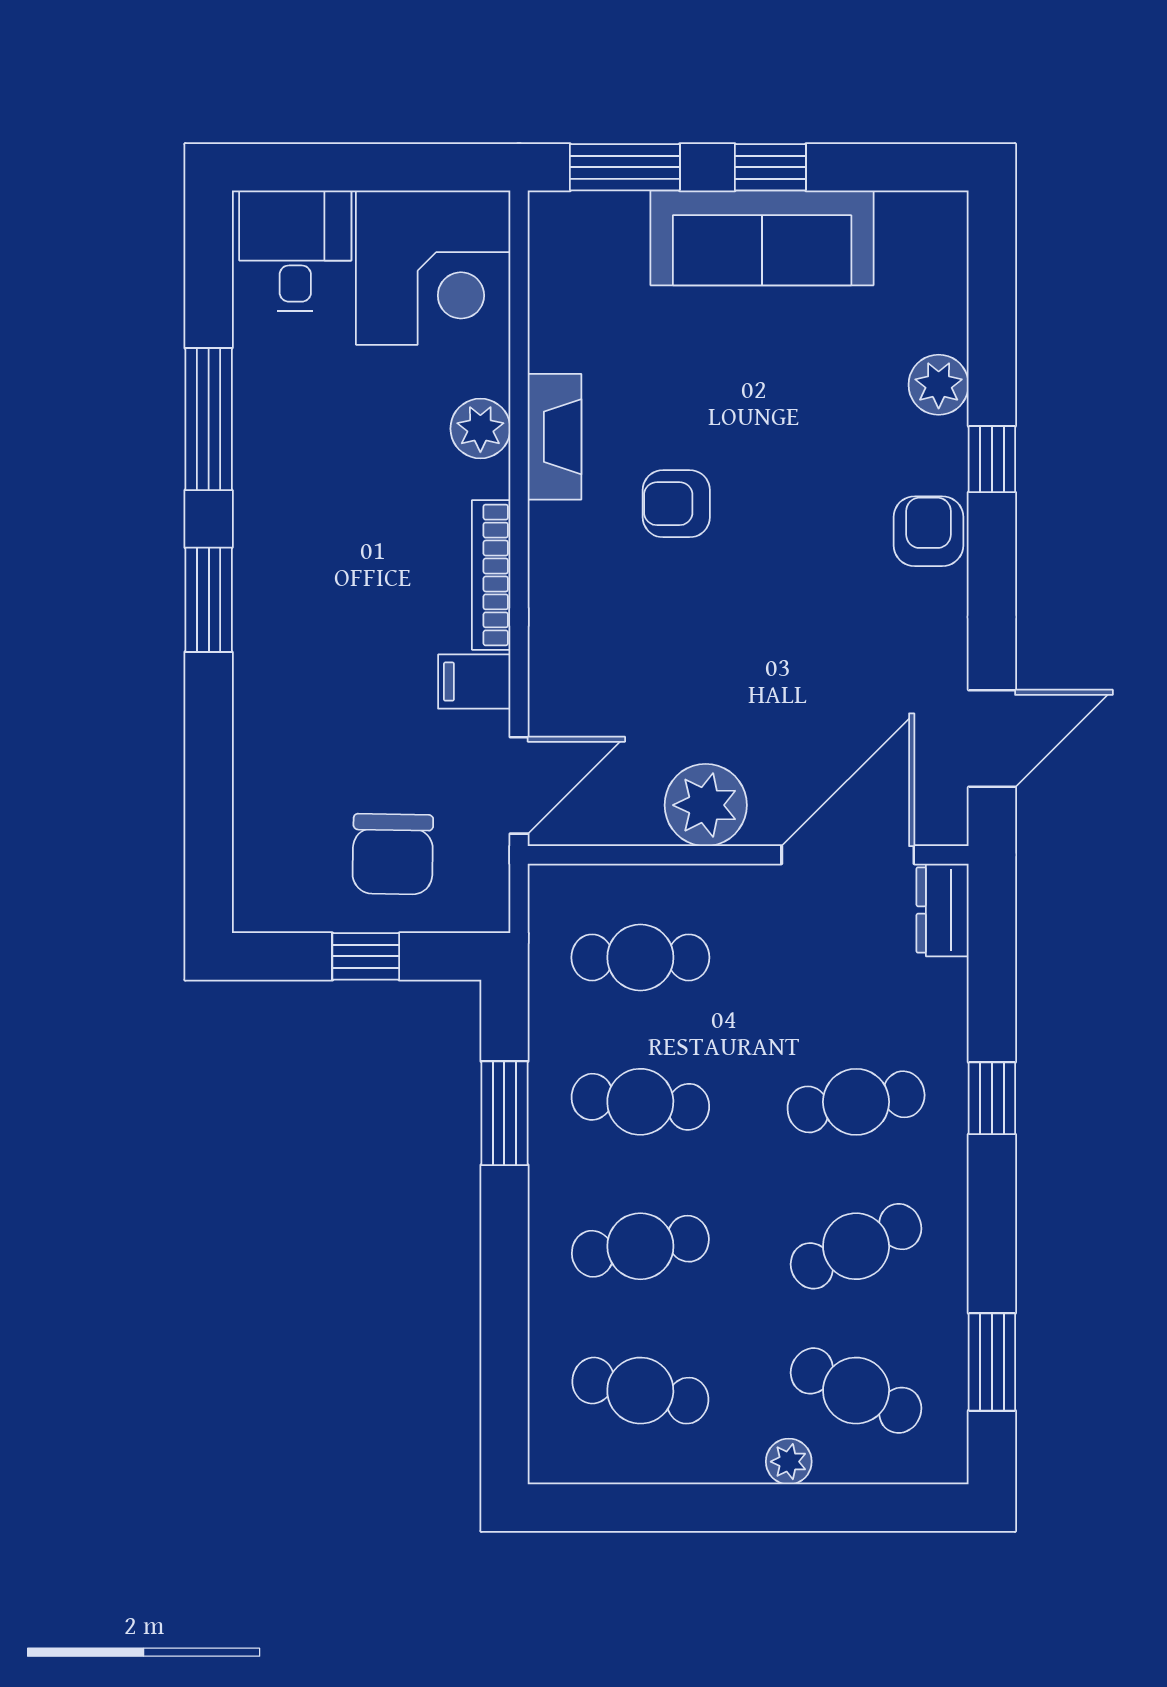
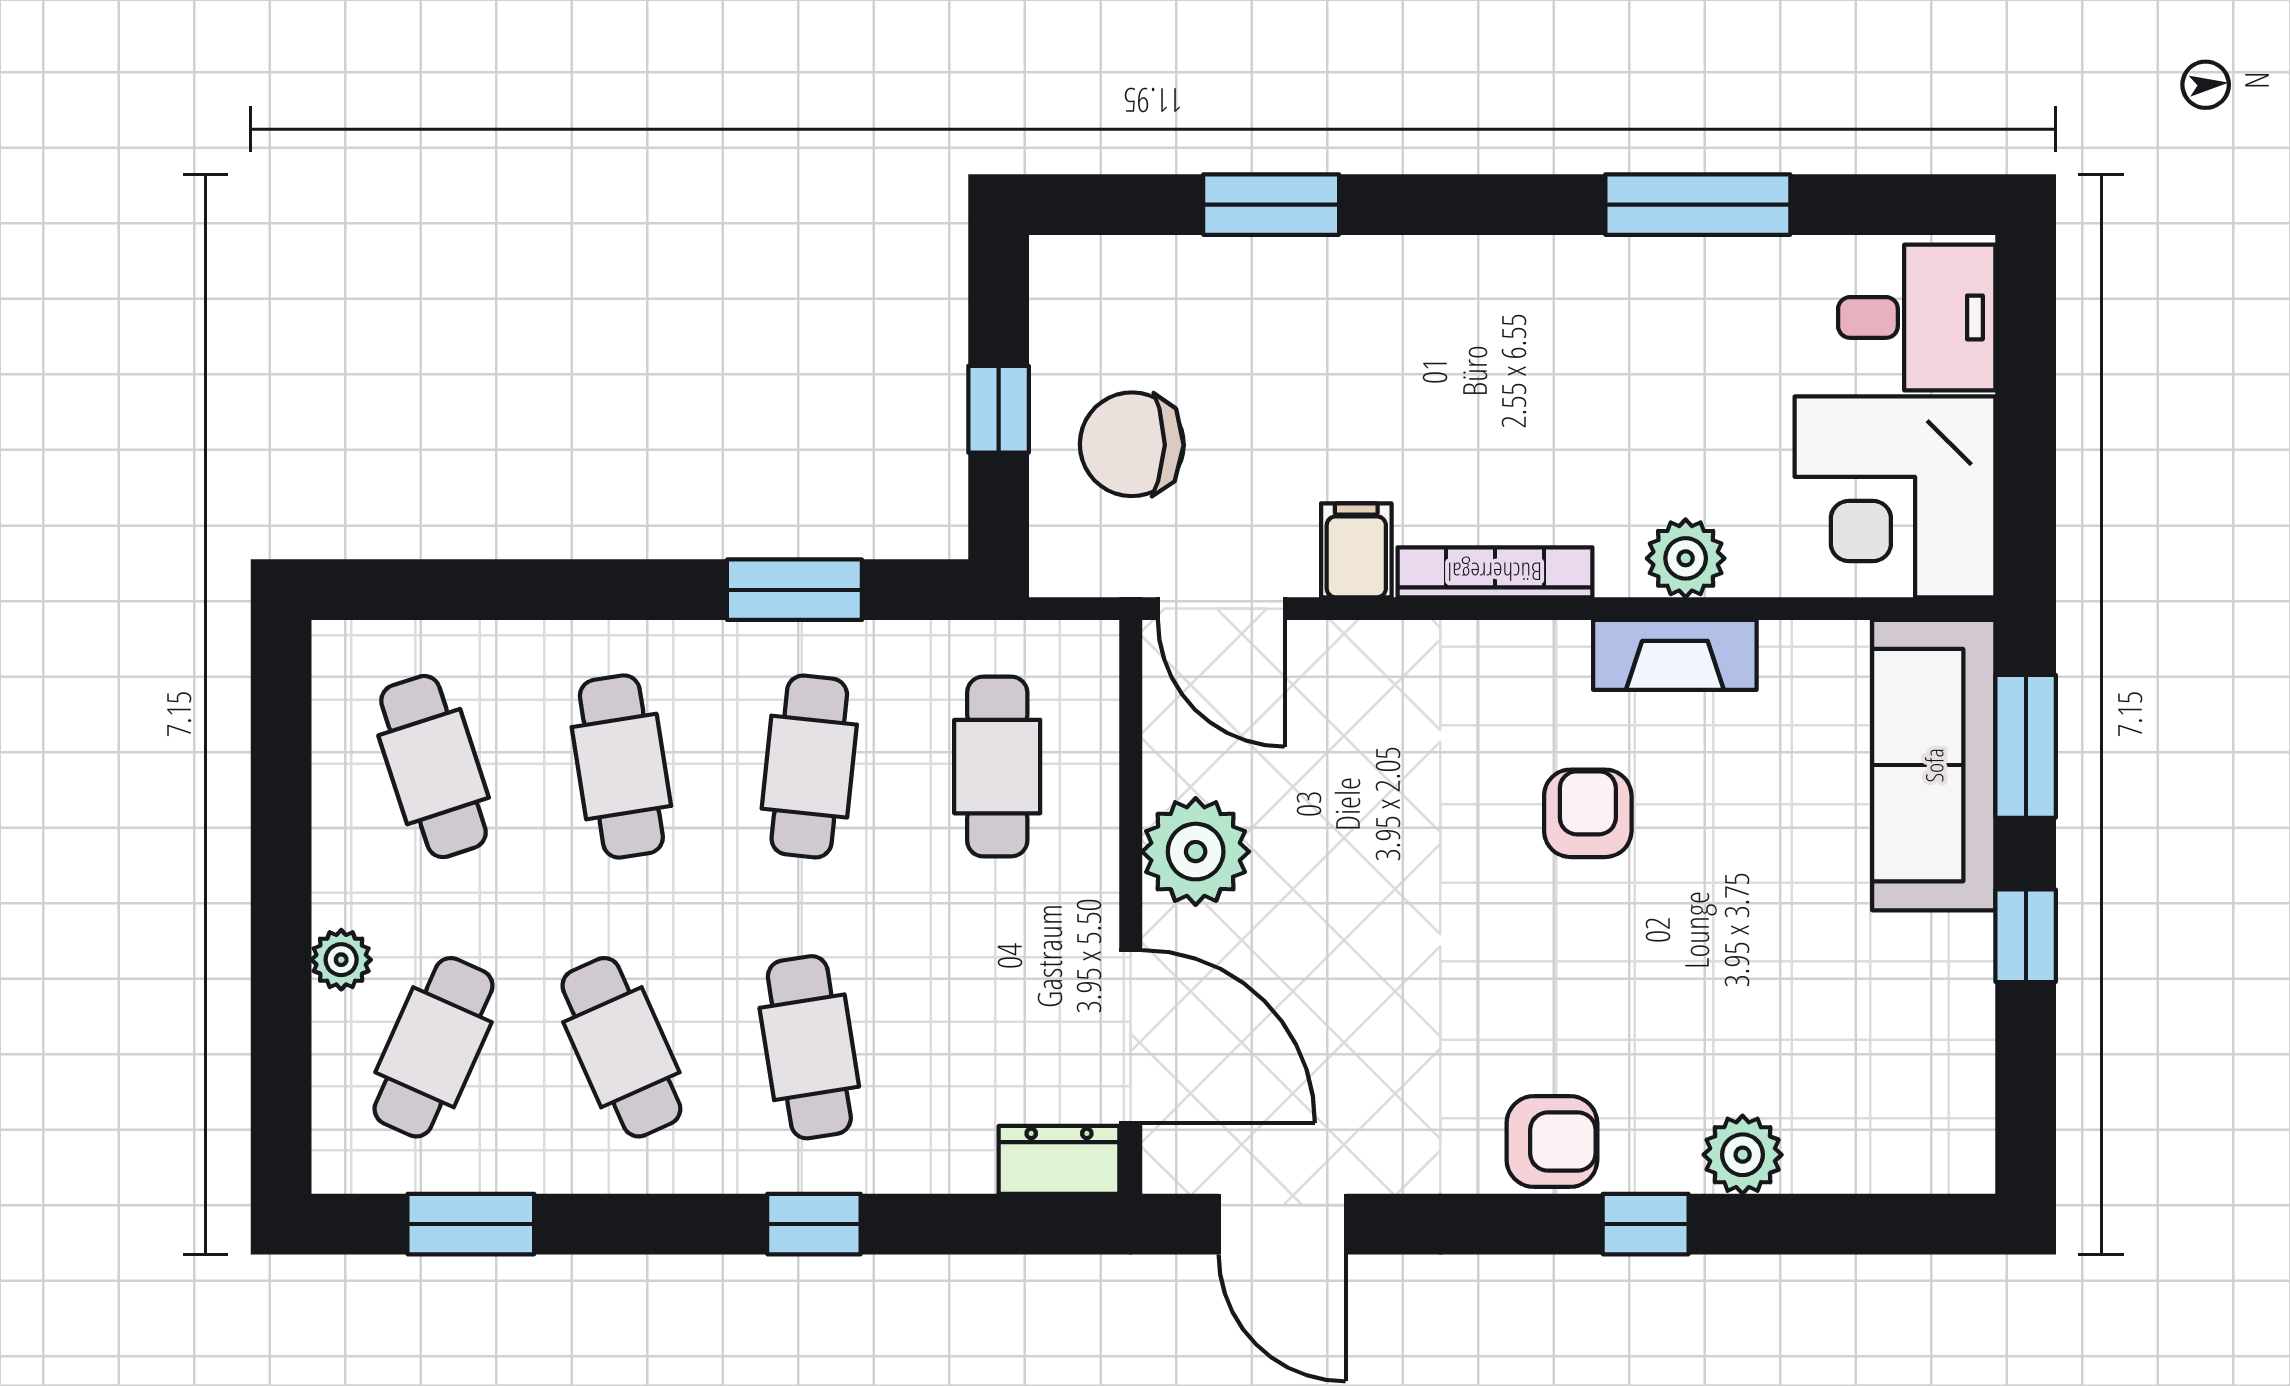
sofa: (762, 238) -> (1934, 765), moved
window: (209, 600) -> (1271, 205), moved
cafe table: (640, 1391) -> (434, 767), turned -30

